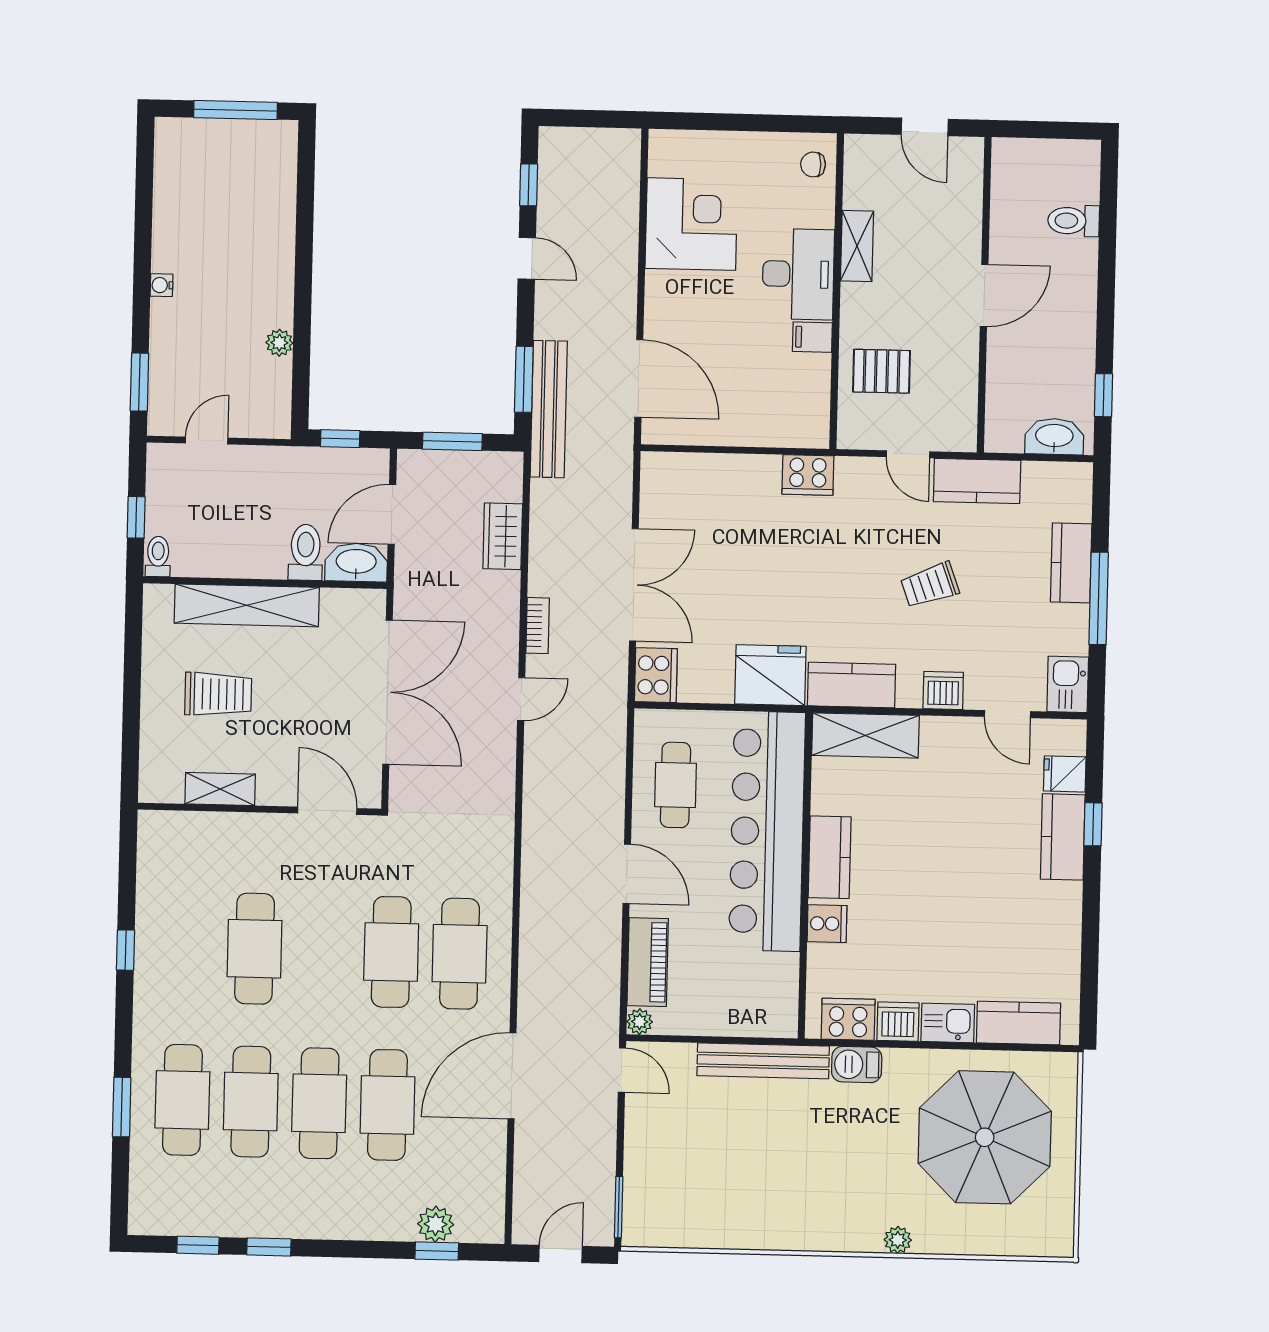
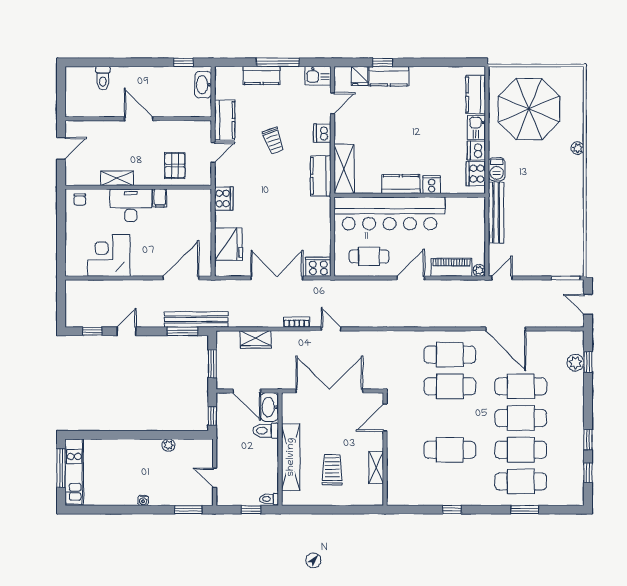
kitchen unit: (227, 138) -> (74, 472), added
fridge: (770, 675) -> (228, 244), moved, turned 180

